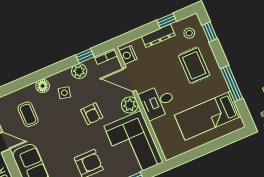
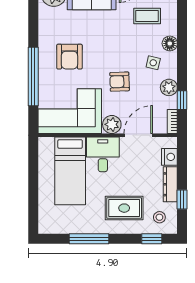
nightstand: (128, 55) -> (169, 157), moved, turned 90
bed: (208, 116) -> (70, 171), moved, turned 180

